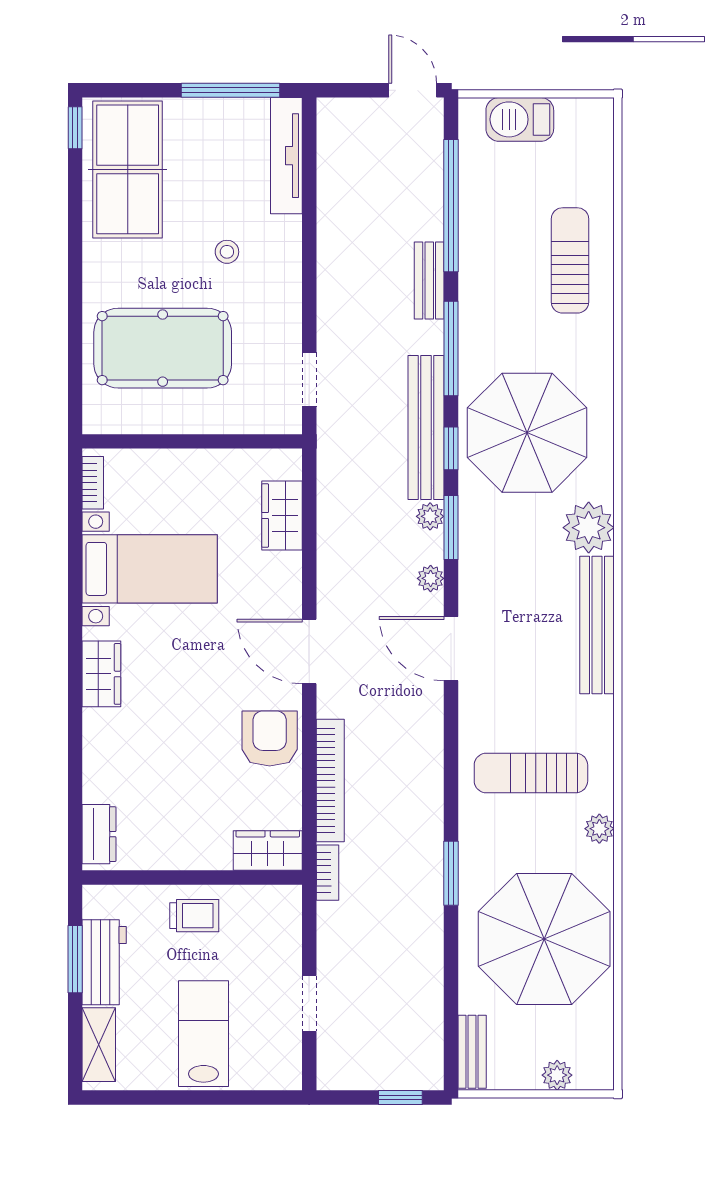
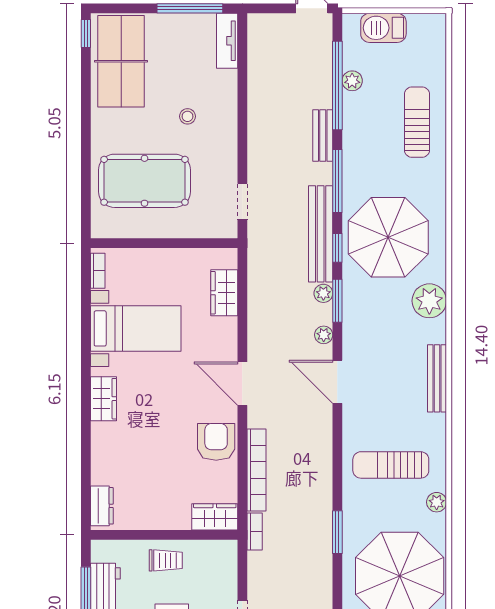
tv unit: (286, 156) -> (227, 41), width x0.71
plant: (473, 199) -> (352, 81), added
bench: (597, 625) -> (437, 378), width x0.73, depth x0.82

